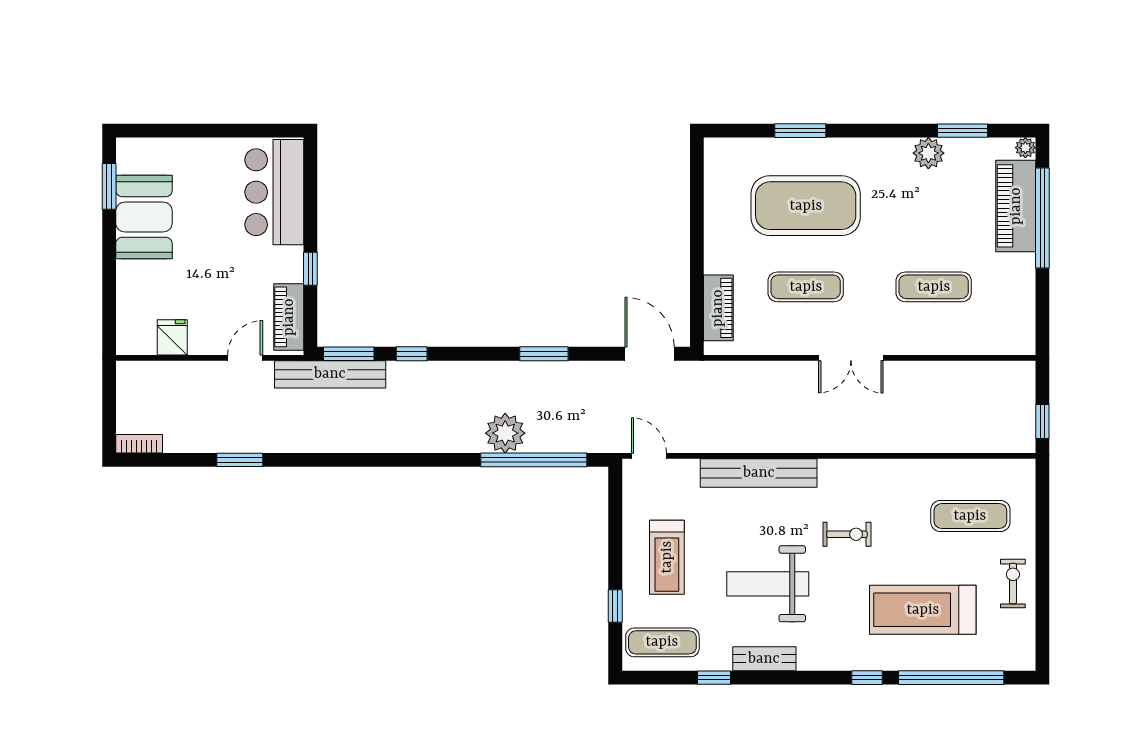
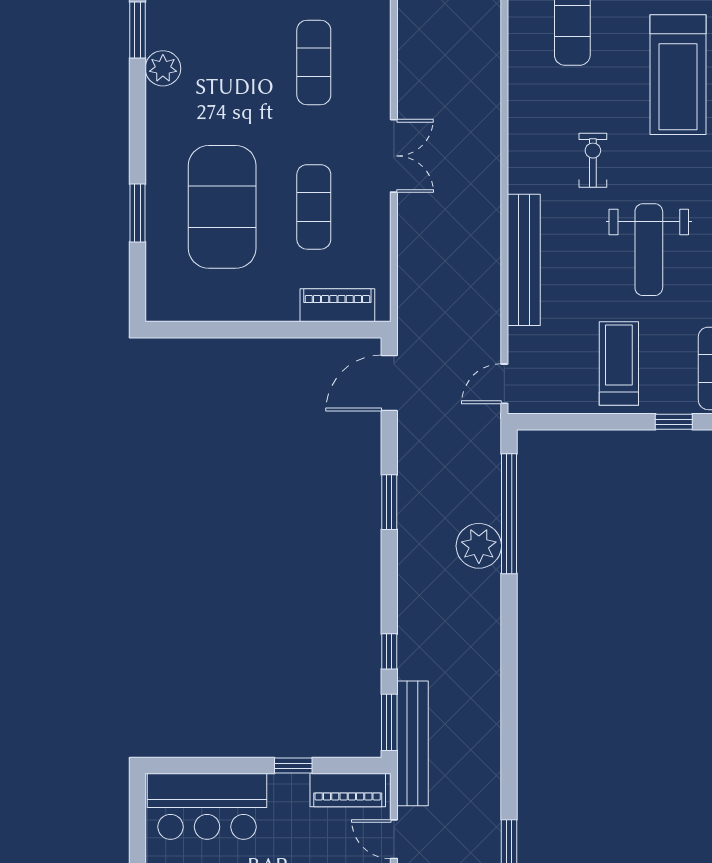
treadmill: (667, 557) -> (619, 363), turned -90

